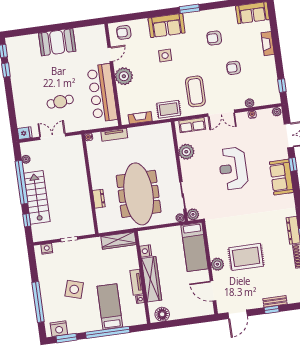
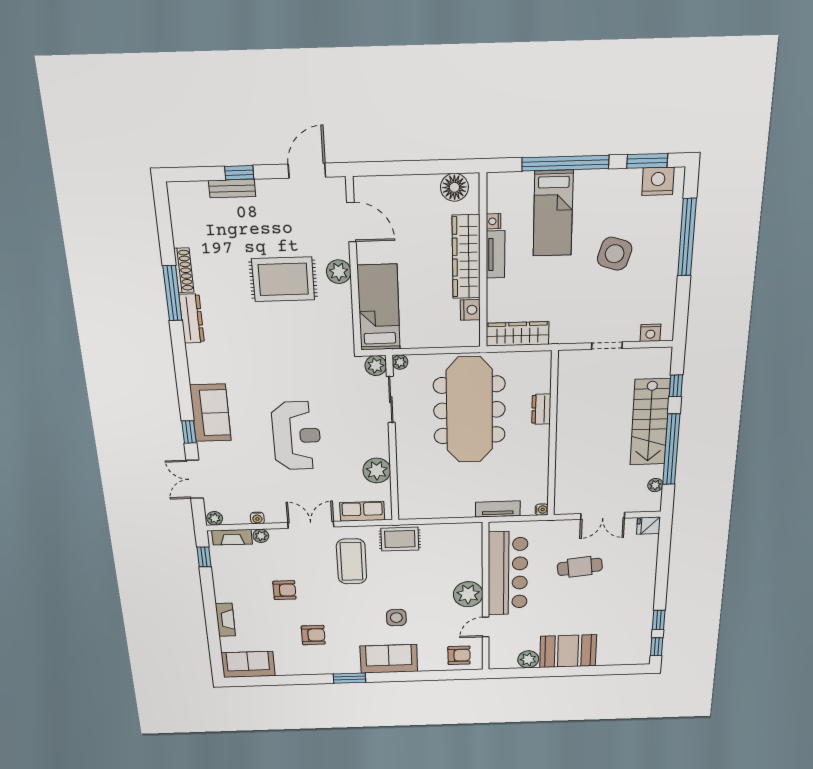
plant: (81, 34) -> (528, 659), added
fireplace: (140, 118) -> (232, 537), moved

